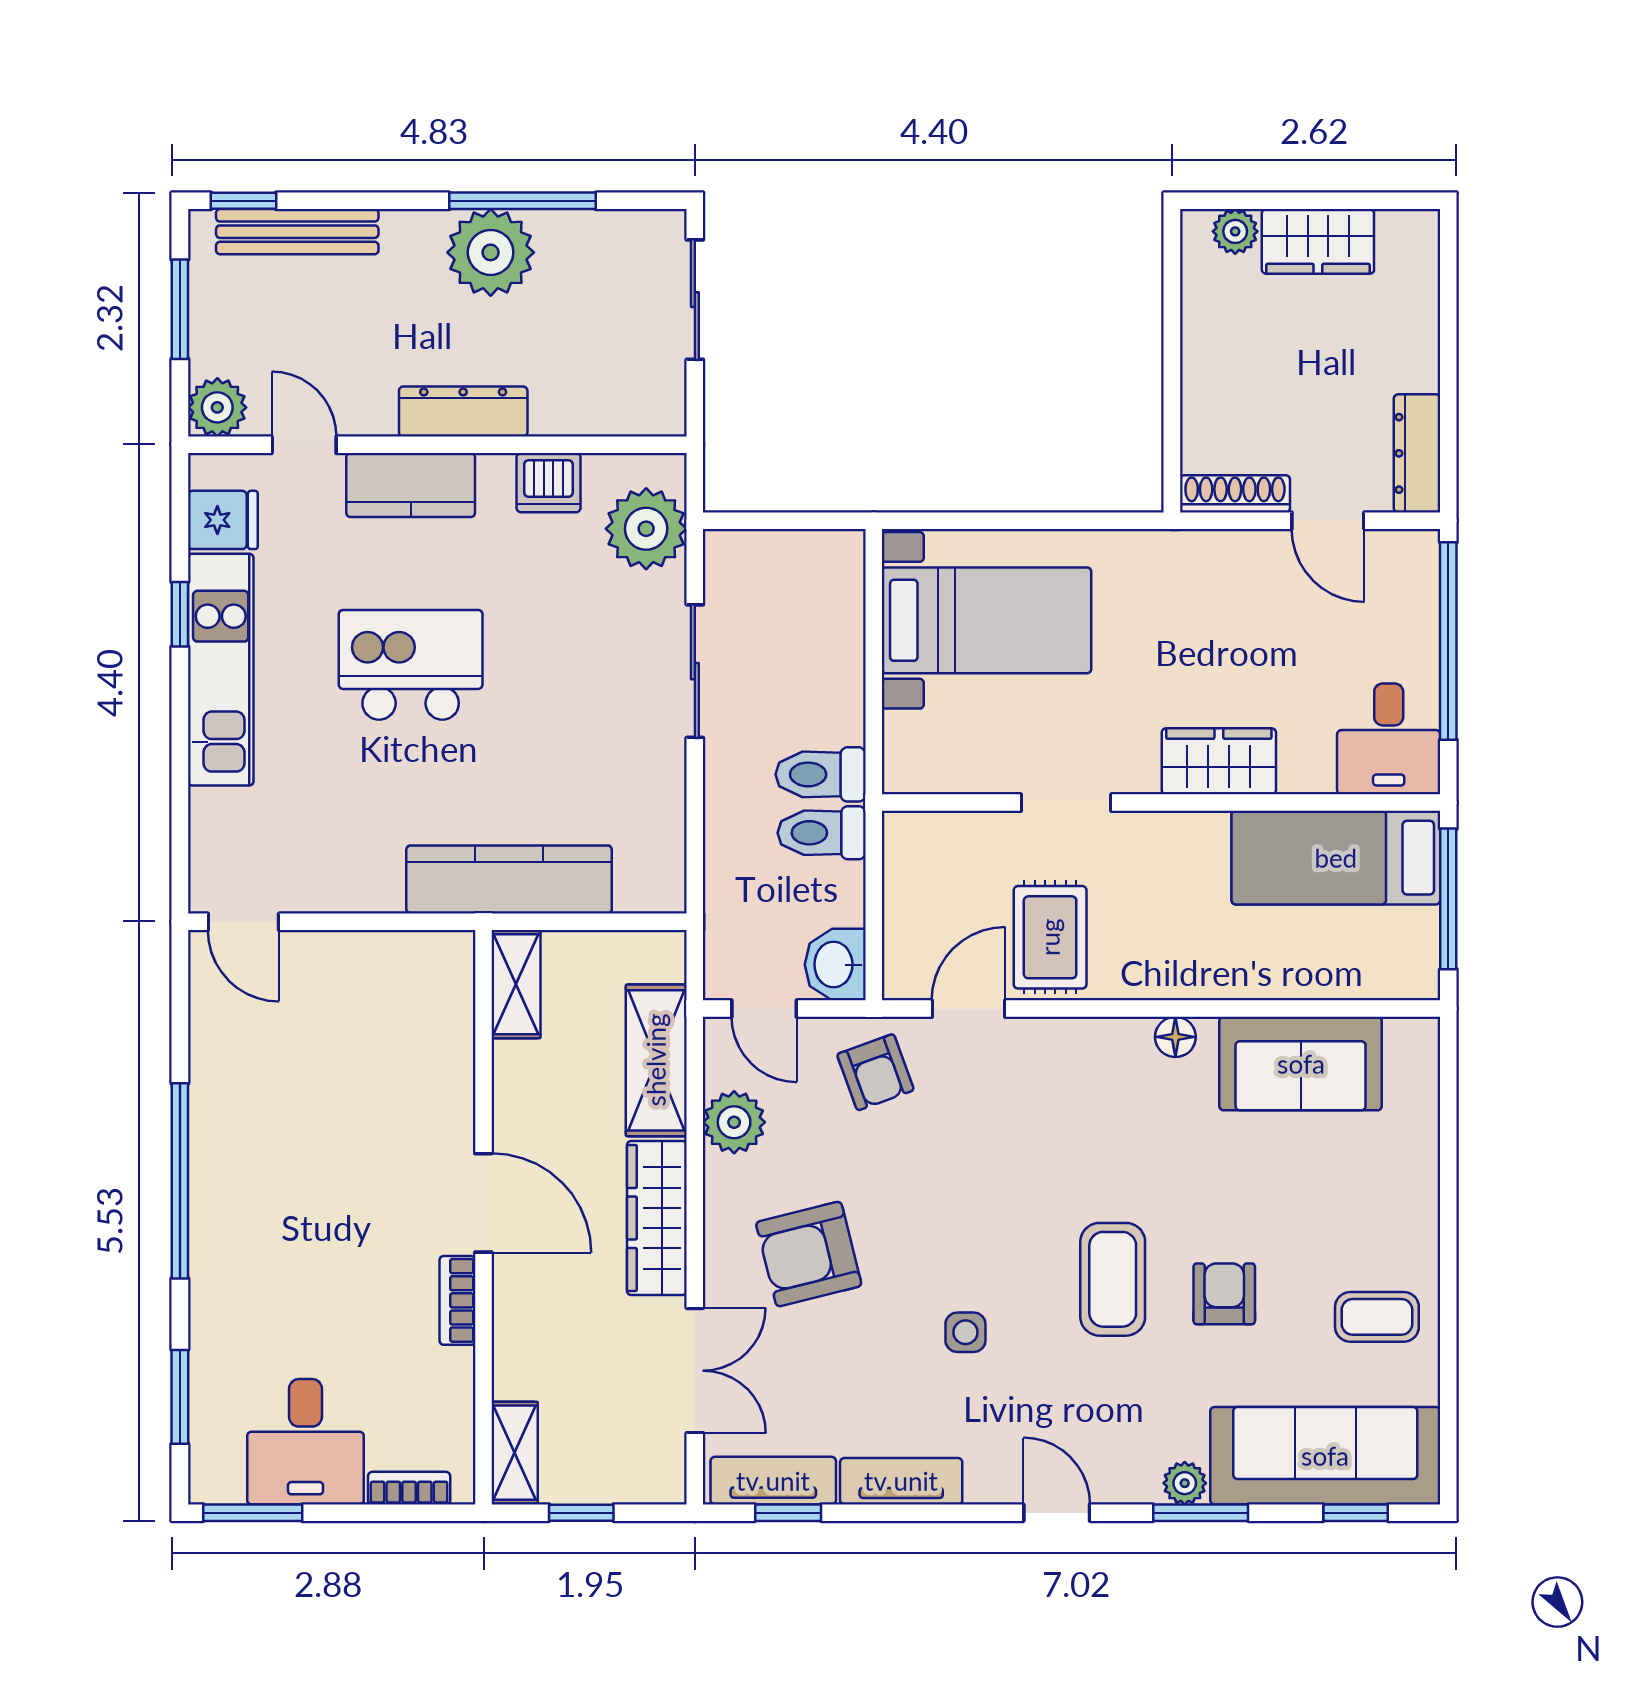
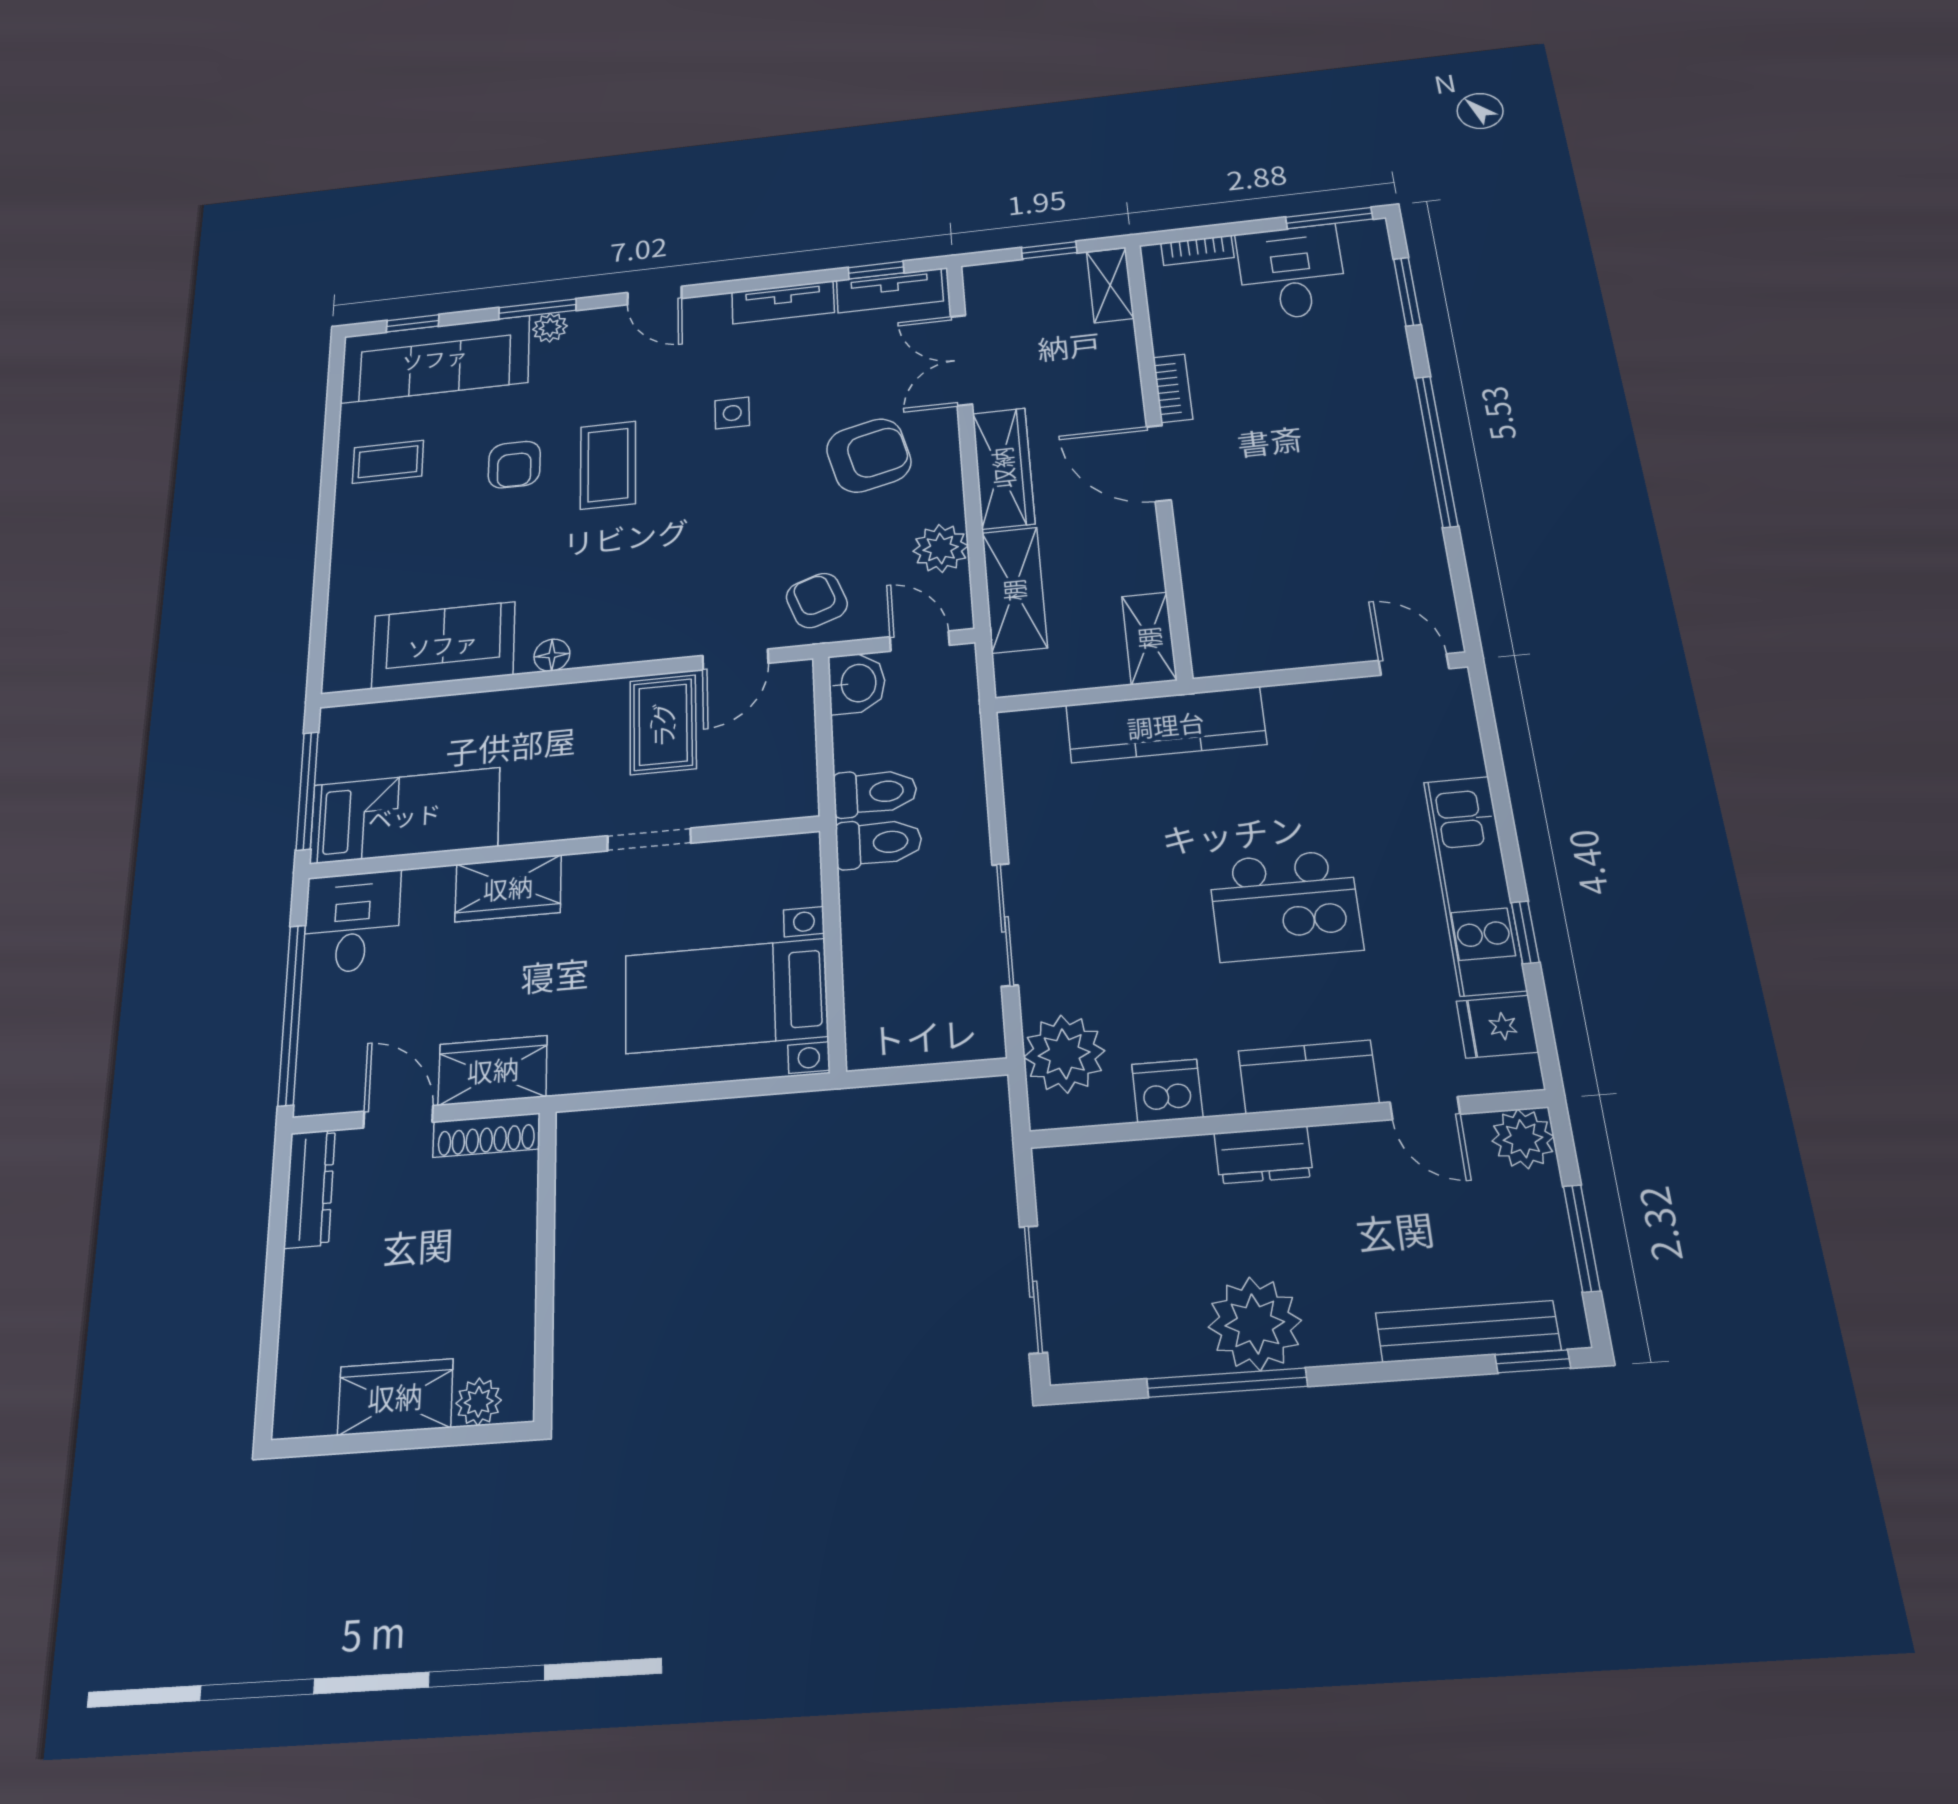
dresser: (463, 412) -> (1263, 1155), width x0.70
wardrobe: (1230, 562) -> (493, 1070), added

